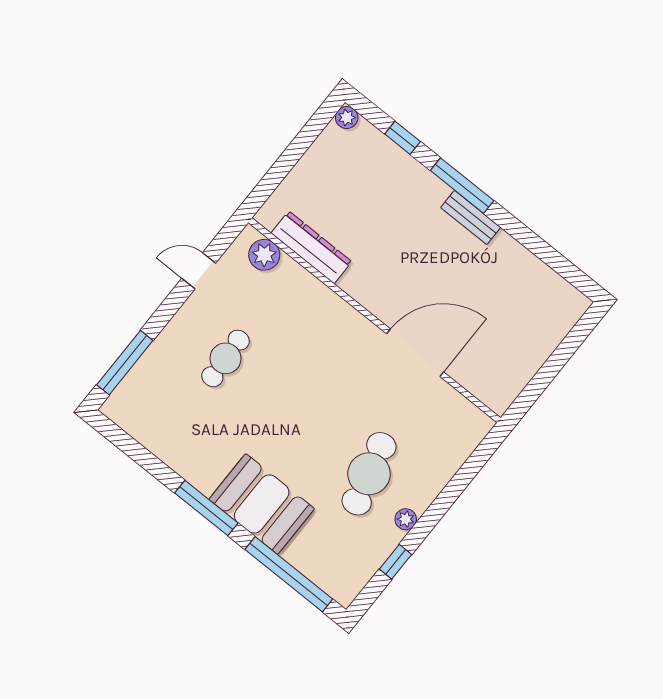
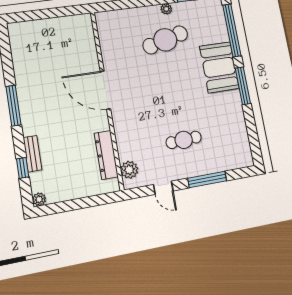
window: (462, 186) -> (14, 106), moved
bench: (471, 217) -> (32, 154), moved
door: (415, 353) -> (105, 90), moved
window: (125, 363) -> (207, 179), moved

